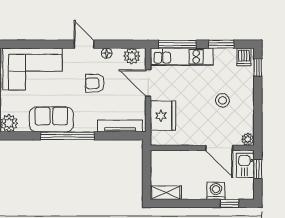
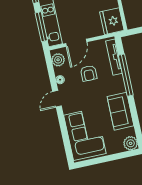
armchair: (95, 83) -> (89, 73), moved
fridge: (163, 116) -> (112, 21), moved, turned -90
window: (67, 136) -> (126, 75), moved

